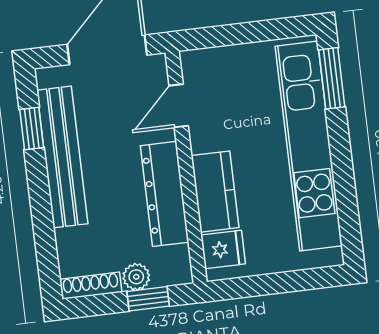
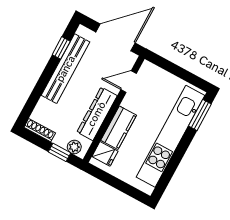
plant: (136, 277) -> (74, 147), moved

